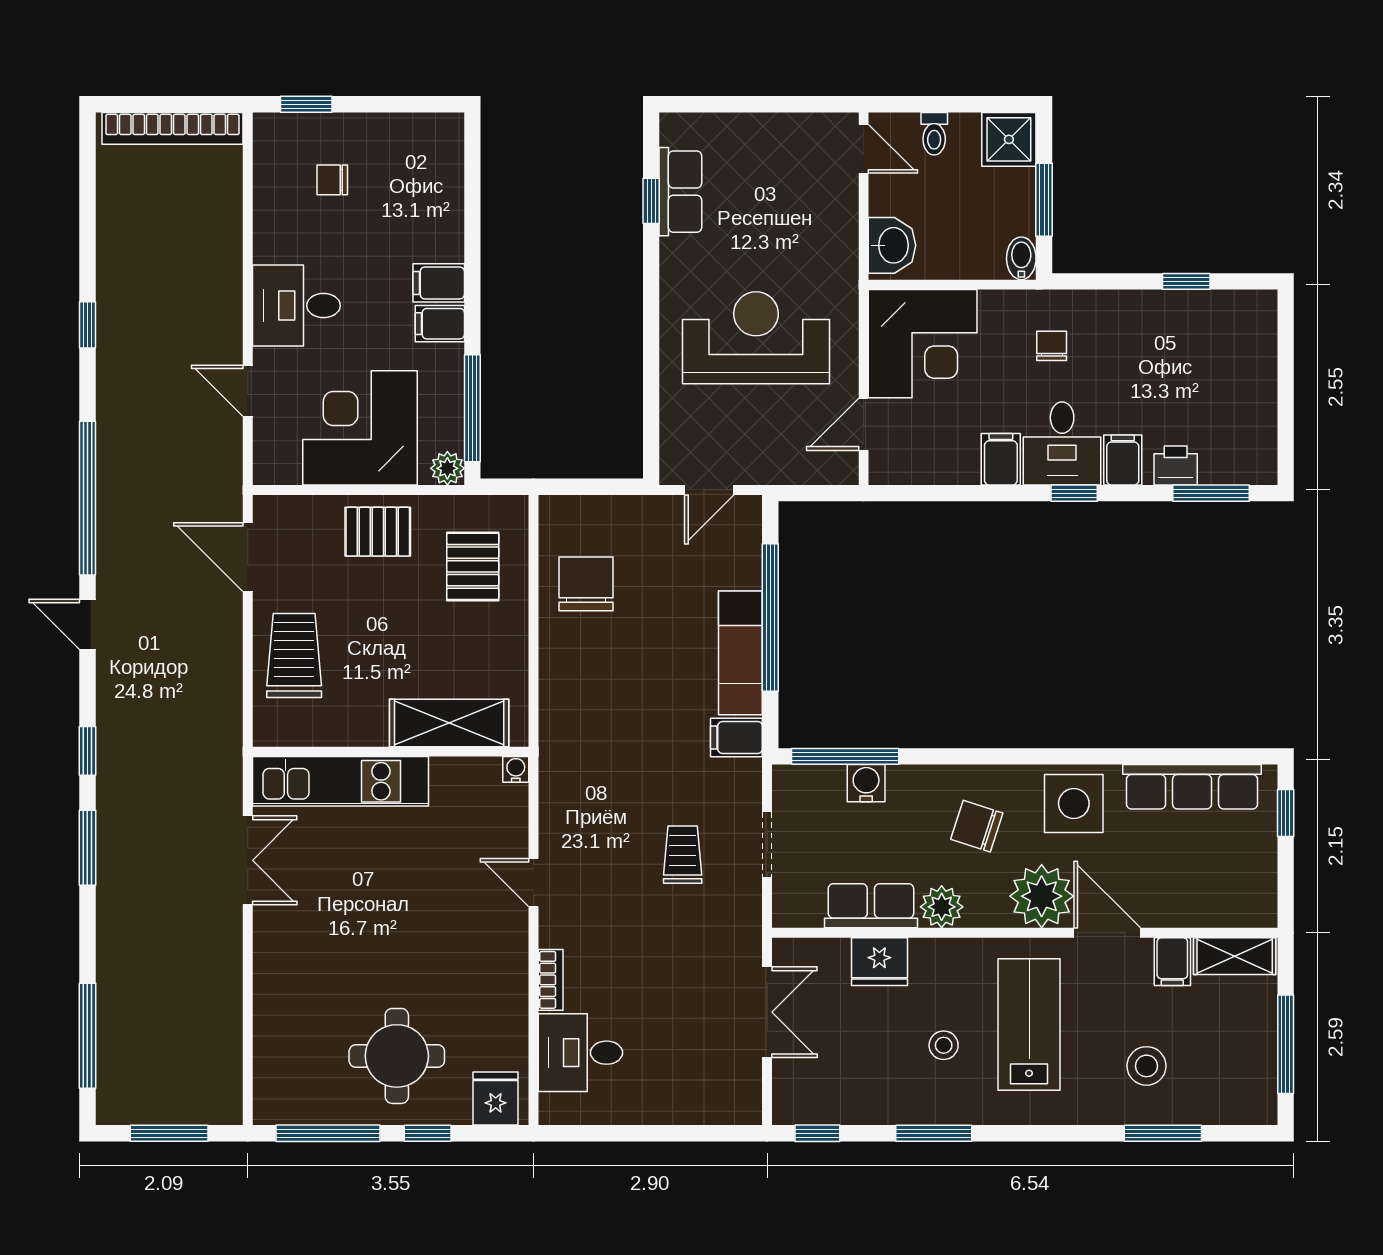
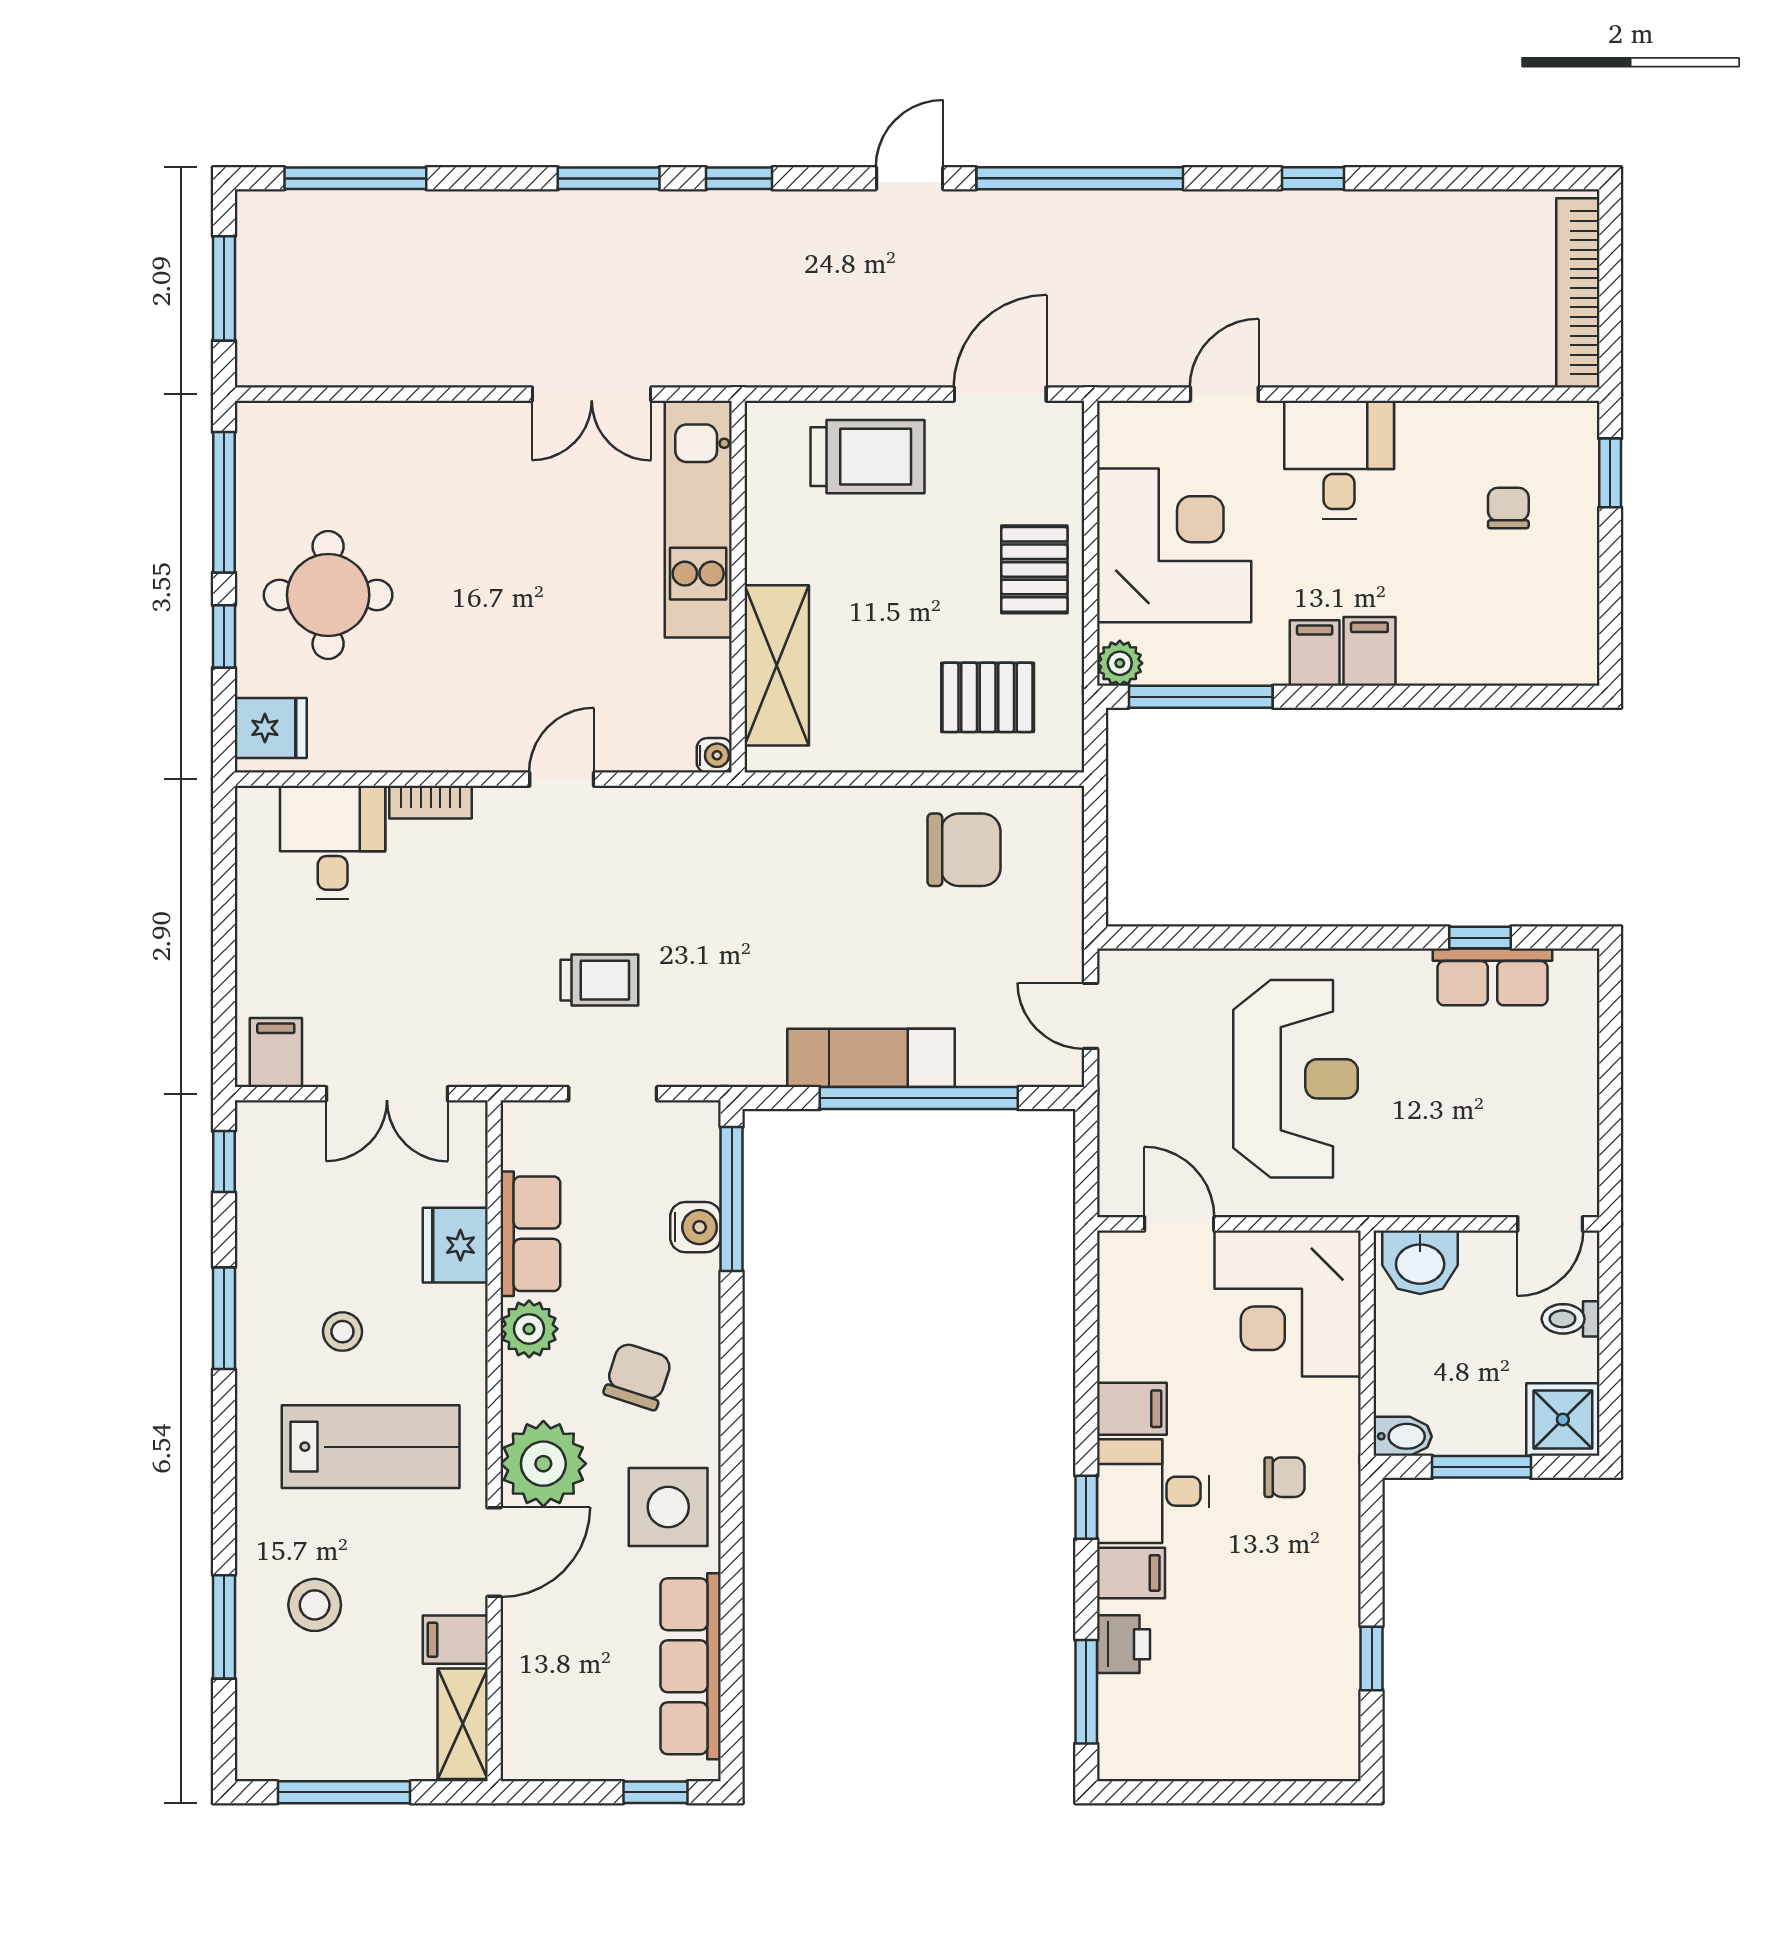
filing cabinet: (736, 737) -> (276, 1053), moved

